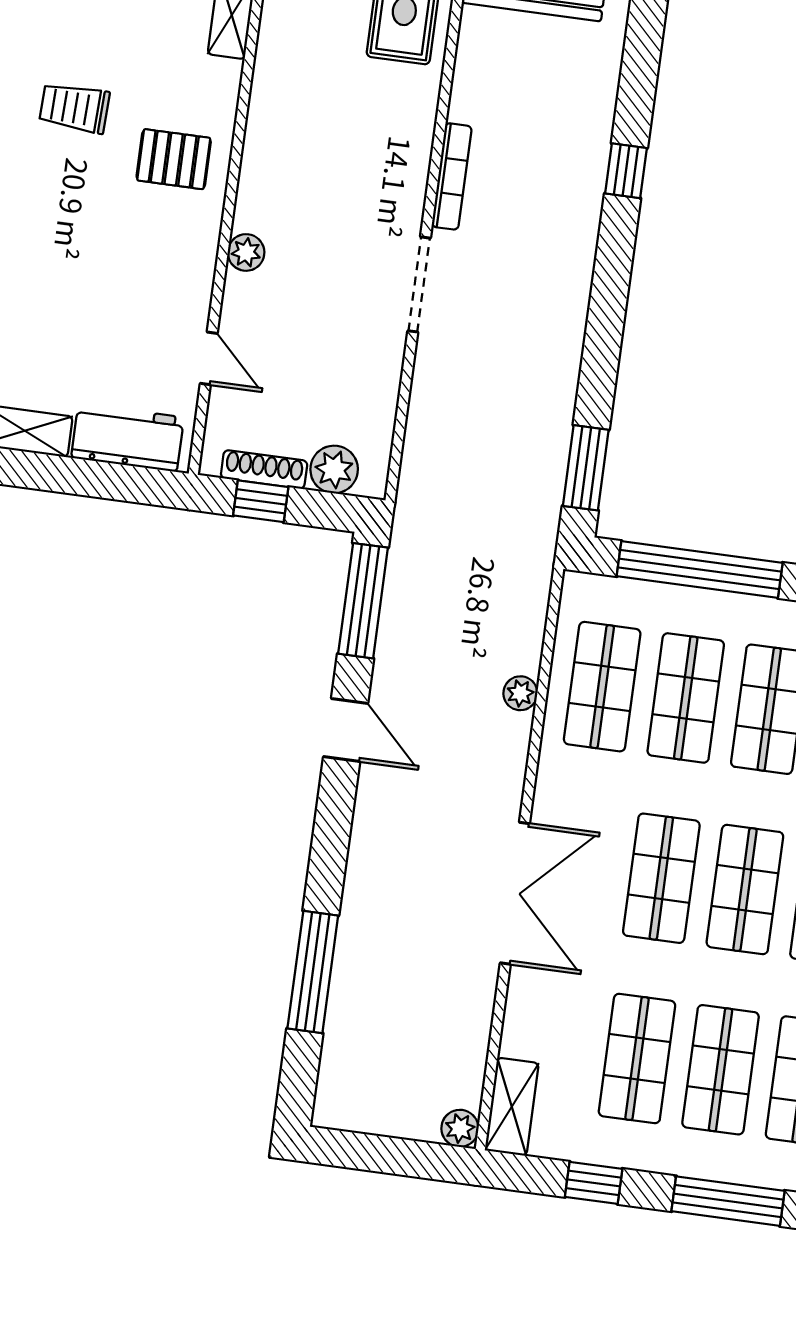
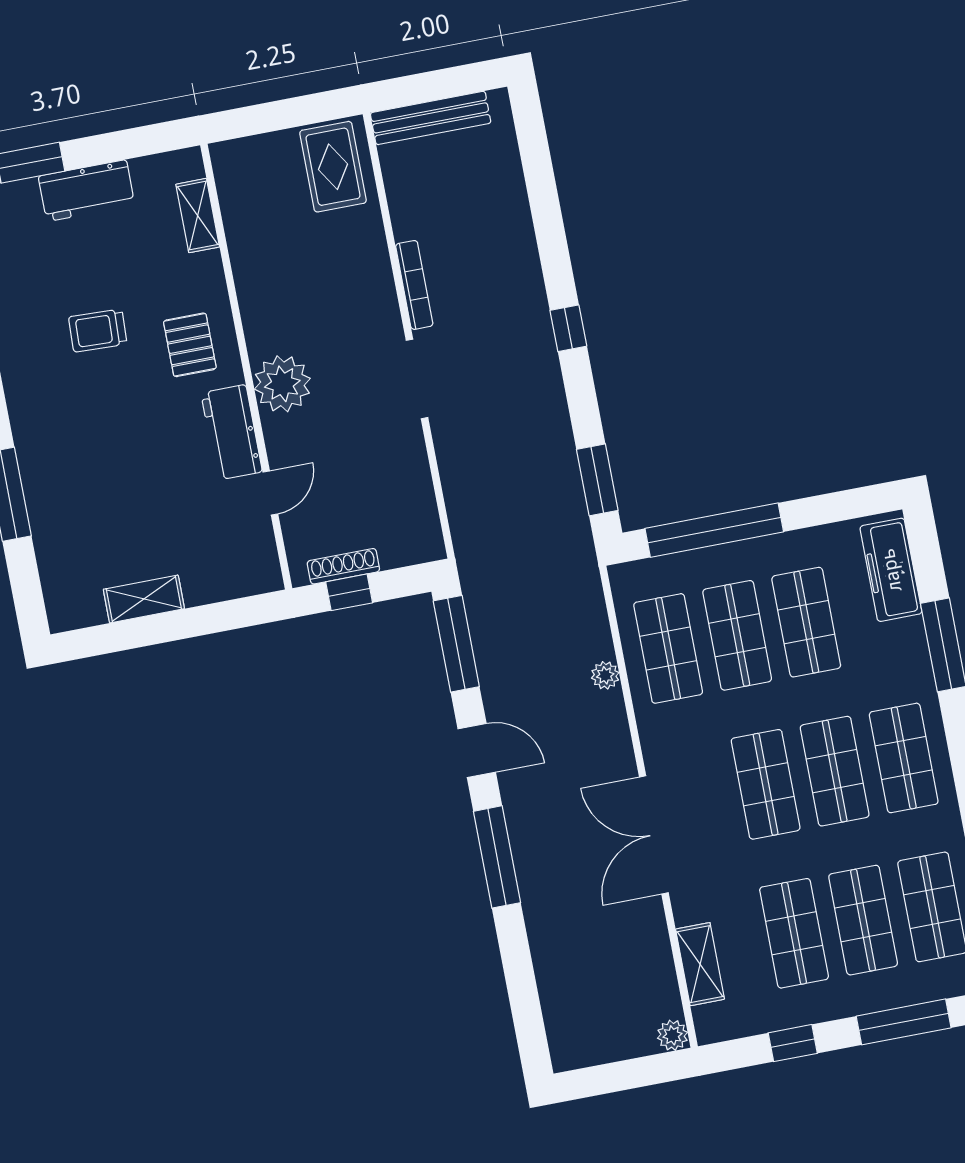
pallet: (174, 159) -> (190, 345), turned 90
window: (626, 171) -> (568, 328), moved
plant: (246, 252) -> (282, 384), width x1.87, depth x1.87
door: (209, 358) -> (270, 493), hinge flipped
workbench: (127, 438) -> (232, 432), moved, turned -90
plant: (334, 469) -> (399, 548), removed
double door: (515, 893) -> (654, 835), swing flipped
window: (313, 972) -> (497, 857), moved
shelving: (512, 1107) -> (700, 964), moved

